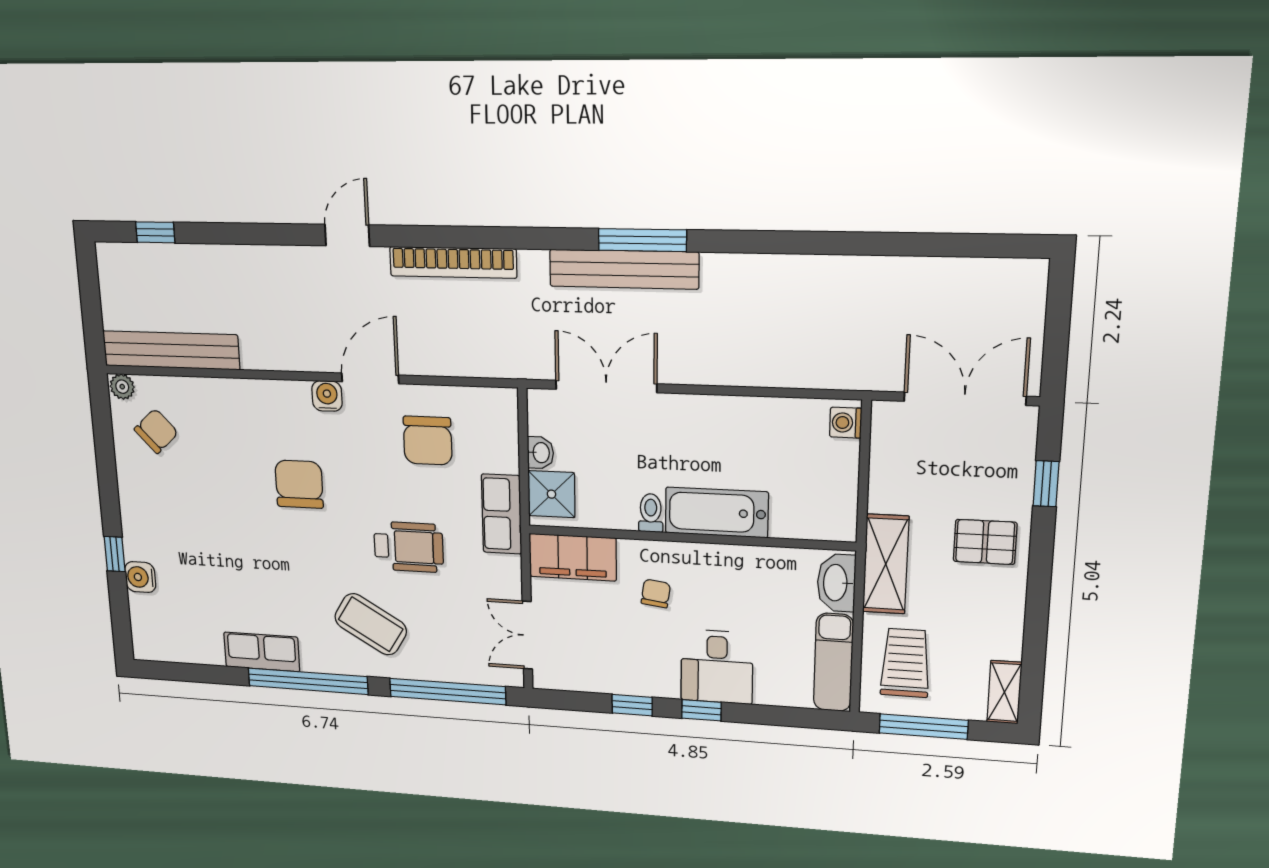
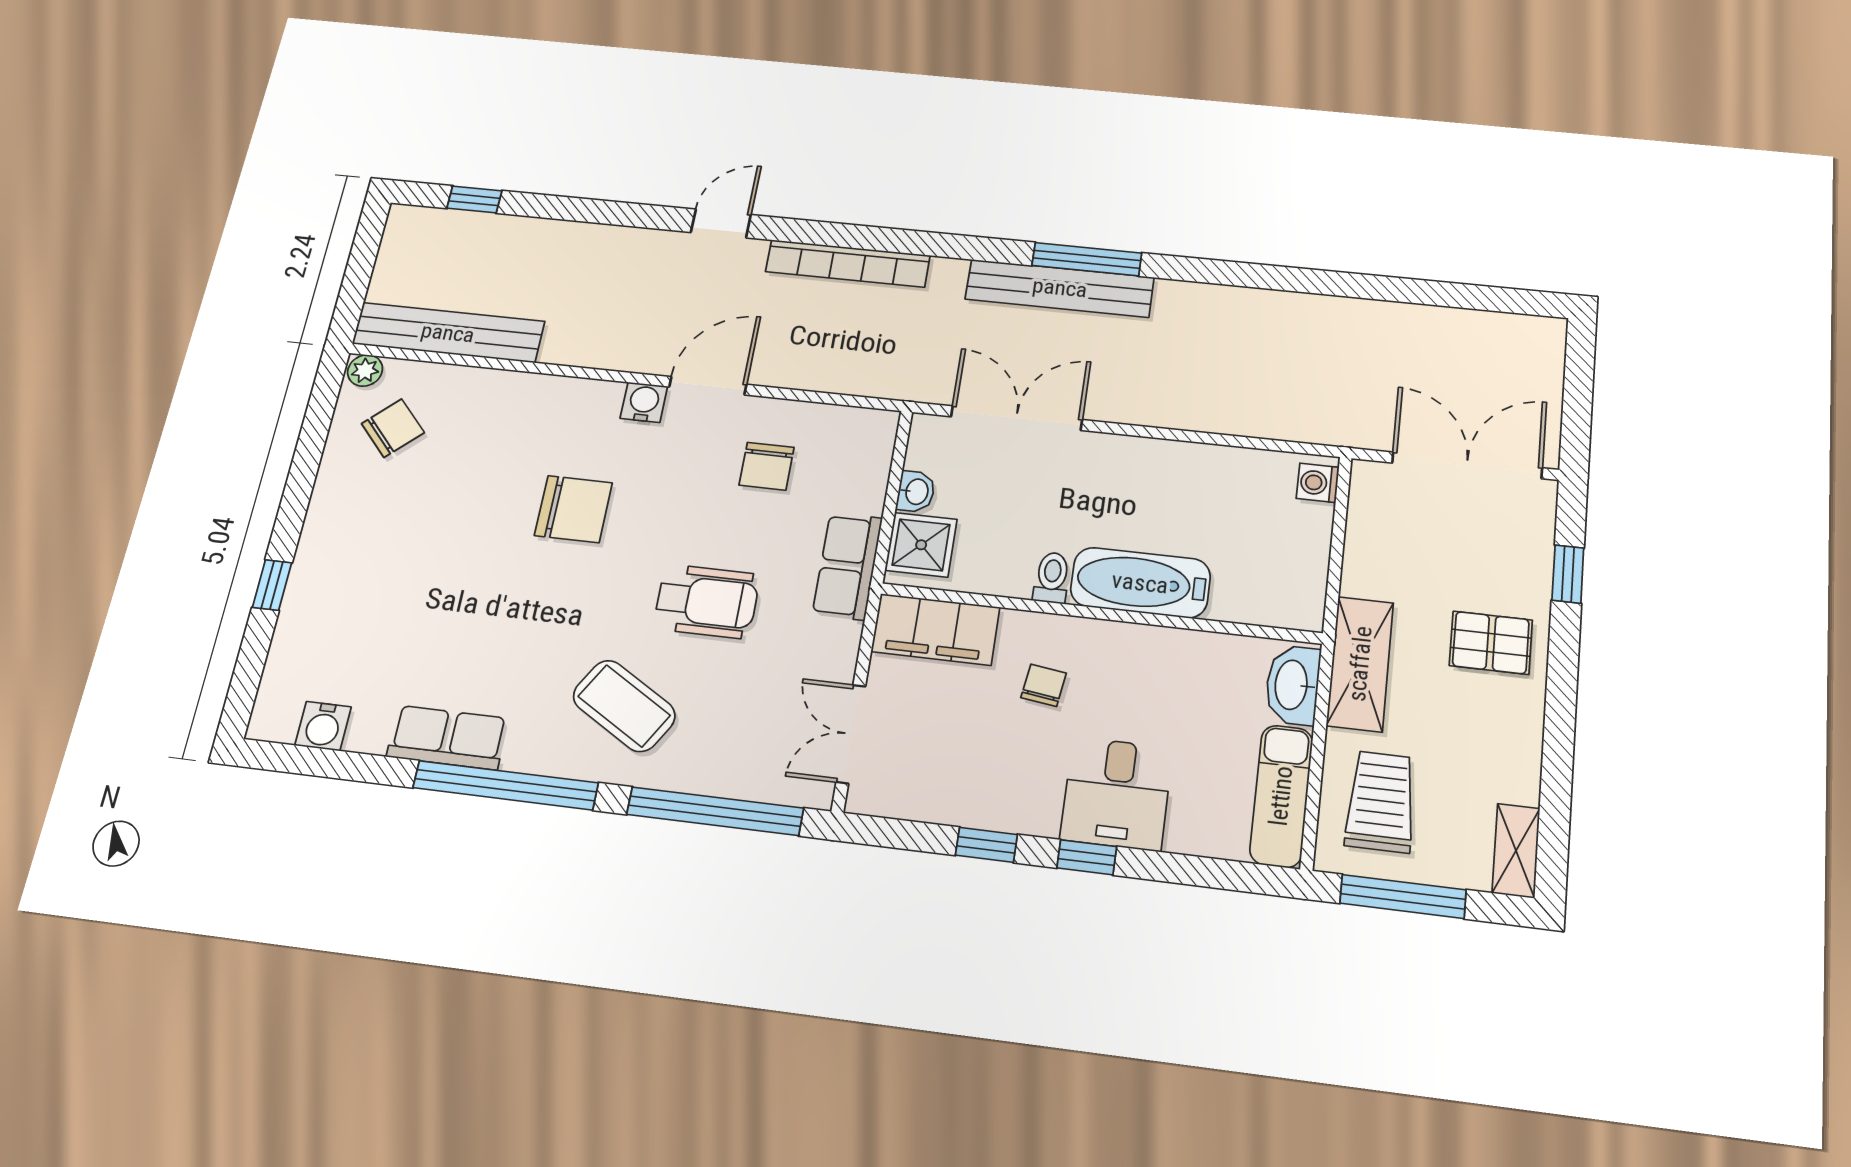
chair: (428, 441) -> (767, 466), width x0.73, depth x0.73
chair: (299, 484) -> (573, 509), turned 90
water cooler: (140, 577) -> (323, 726), moved, turned -90

